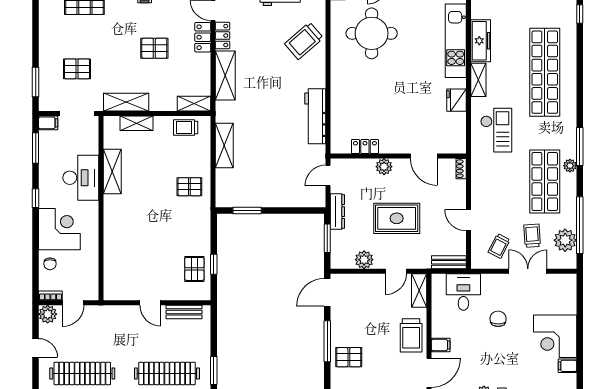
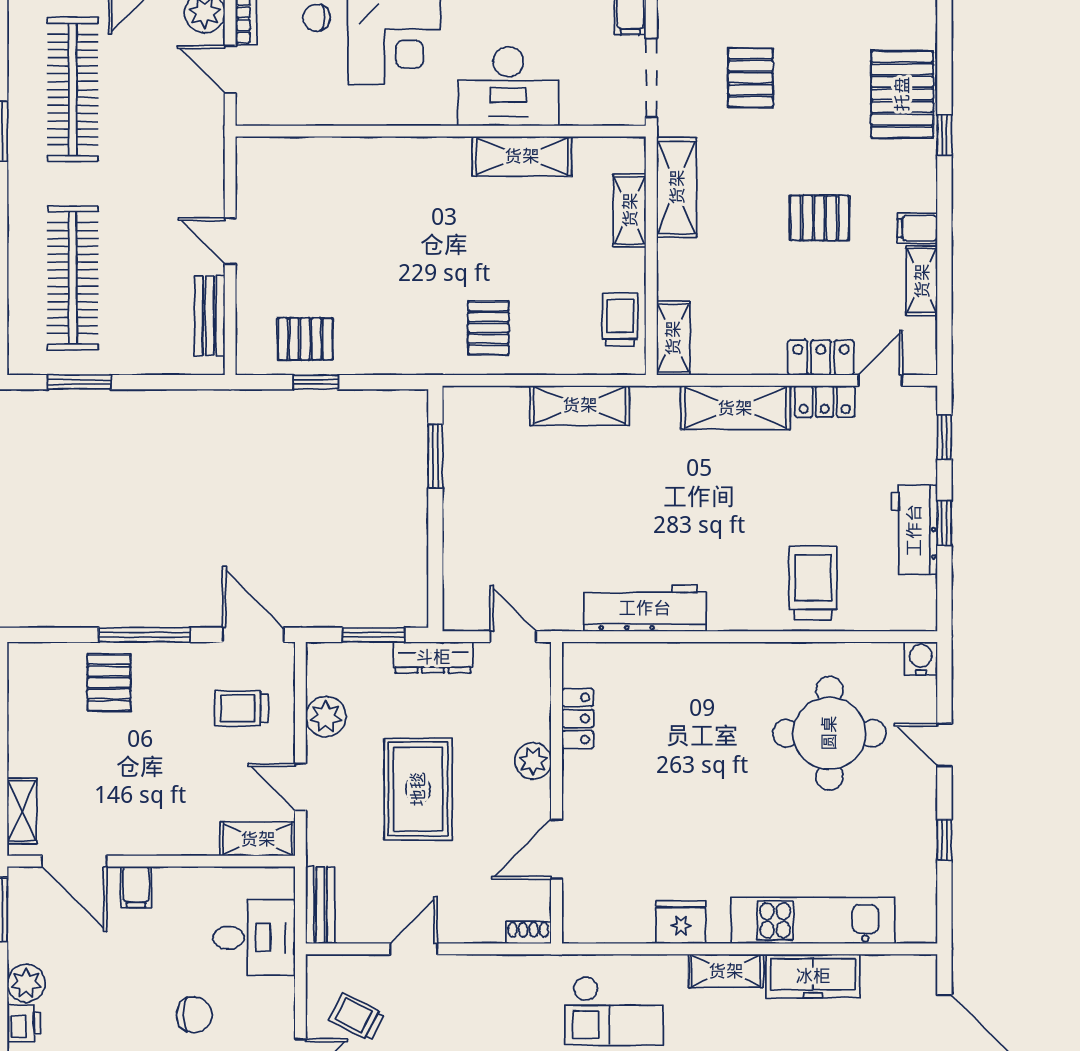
trolley: (304, 41) -> (813, 583), turned 41
pallet: (154, 48) -> (819, 218), moved, turned 90
door: (150, 303) -> (230, 241), hinge flipped
trolley: (411, 335) -> (242, 708), moved, width x0.73, depth x0.72

